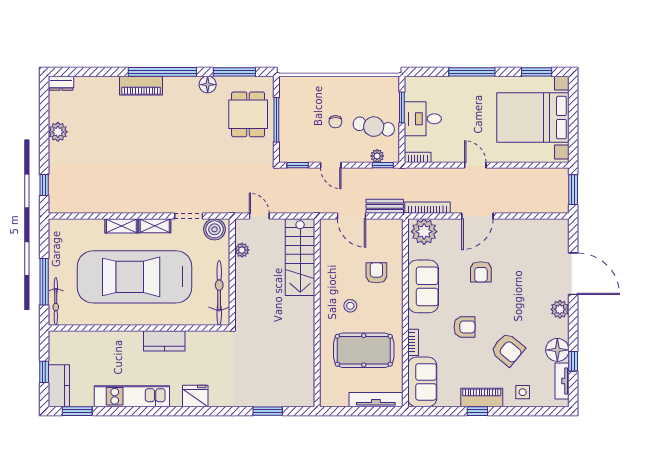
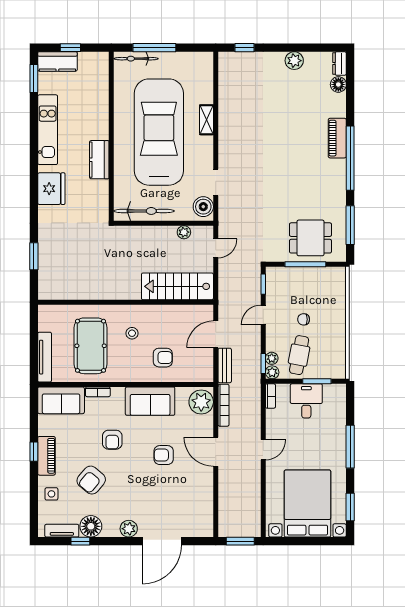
floor lamp: (208, 85) -> (338, 84), moved
plant: (392, 155) -> (272, 372), added
shelving: (155, 226) -> (207, 151), removed
fridge: (195, 396) -> (51, 189), width x1.36, depth x1.34

